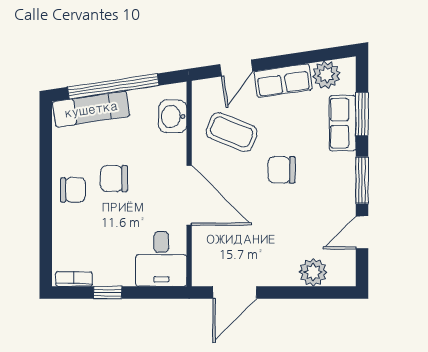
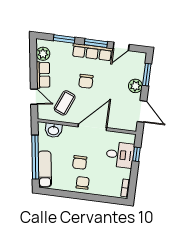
row of seats: (343, 123) -> (92, 52), moved, width x1.48
door: (362, 232) -> (121, 46), hinge flipped
desk: (161, 259) -> (120, 155), moved
plant: (313, 272) -> (135, 86), moved
window: (108, 292) -> (136, 154), moved
window: (311, 292) -> (147, 75), added

